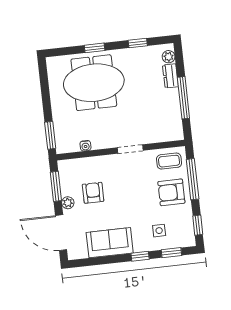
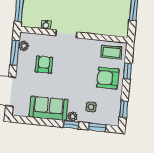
doorway: (130, 149) -> (66, 34), moved
window: (193, 179) -> (127, 71), width x0.46
plant: (68, 203) -> (24, 46), moved
plant: (140, 246) -> (72, 116), added

